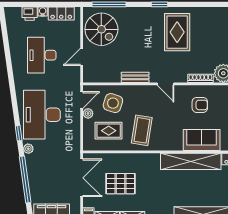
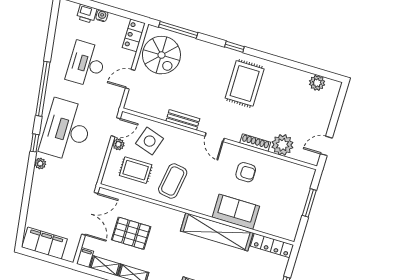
locker: (61, 14) -> (134, 35), moved, turned 90
window: (25, 179) -> (43, 89), moved

